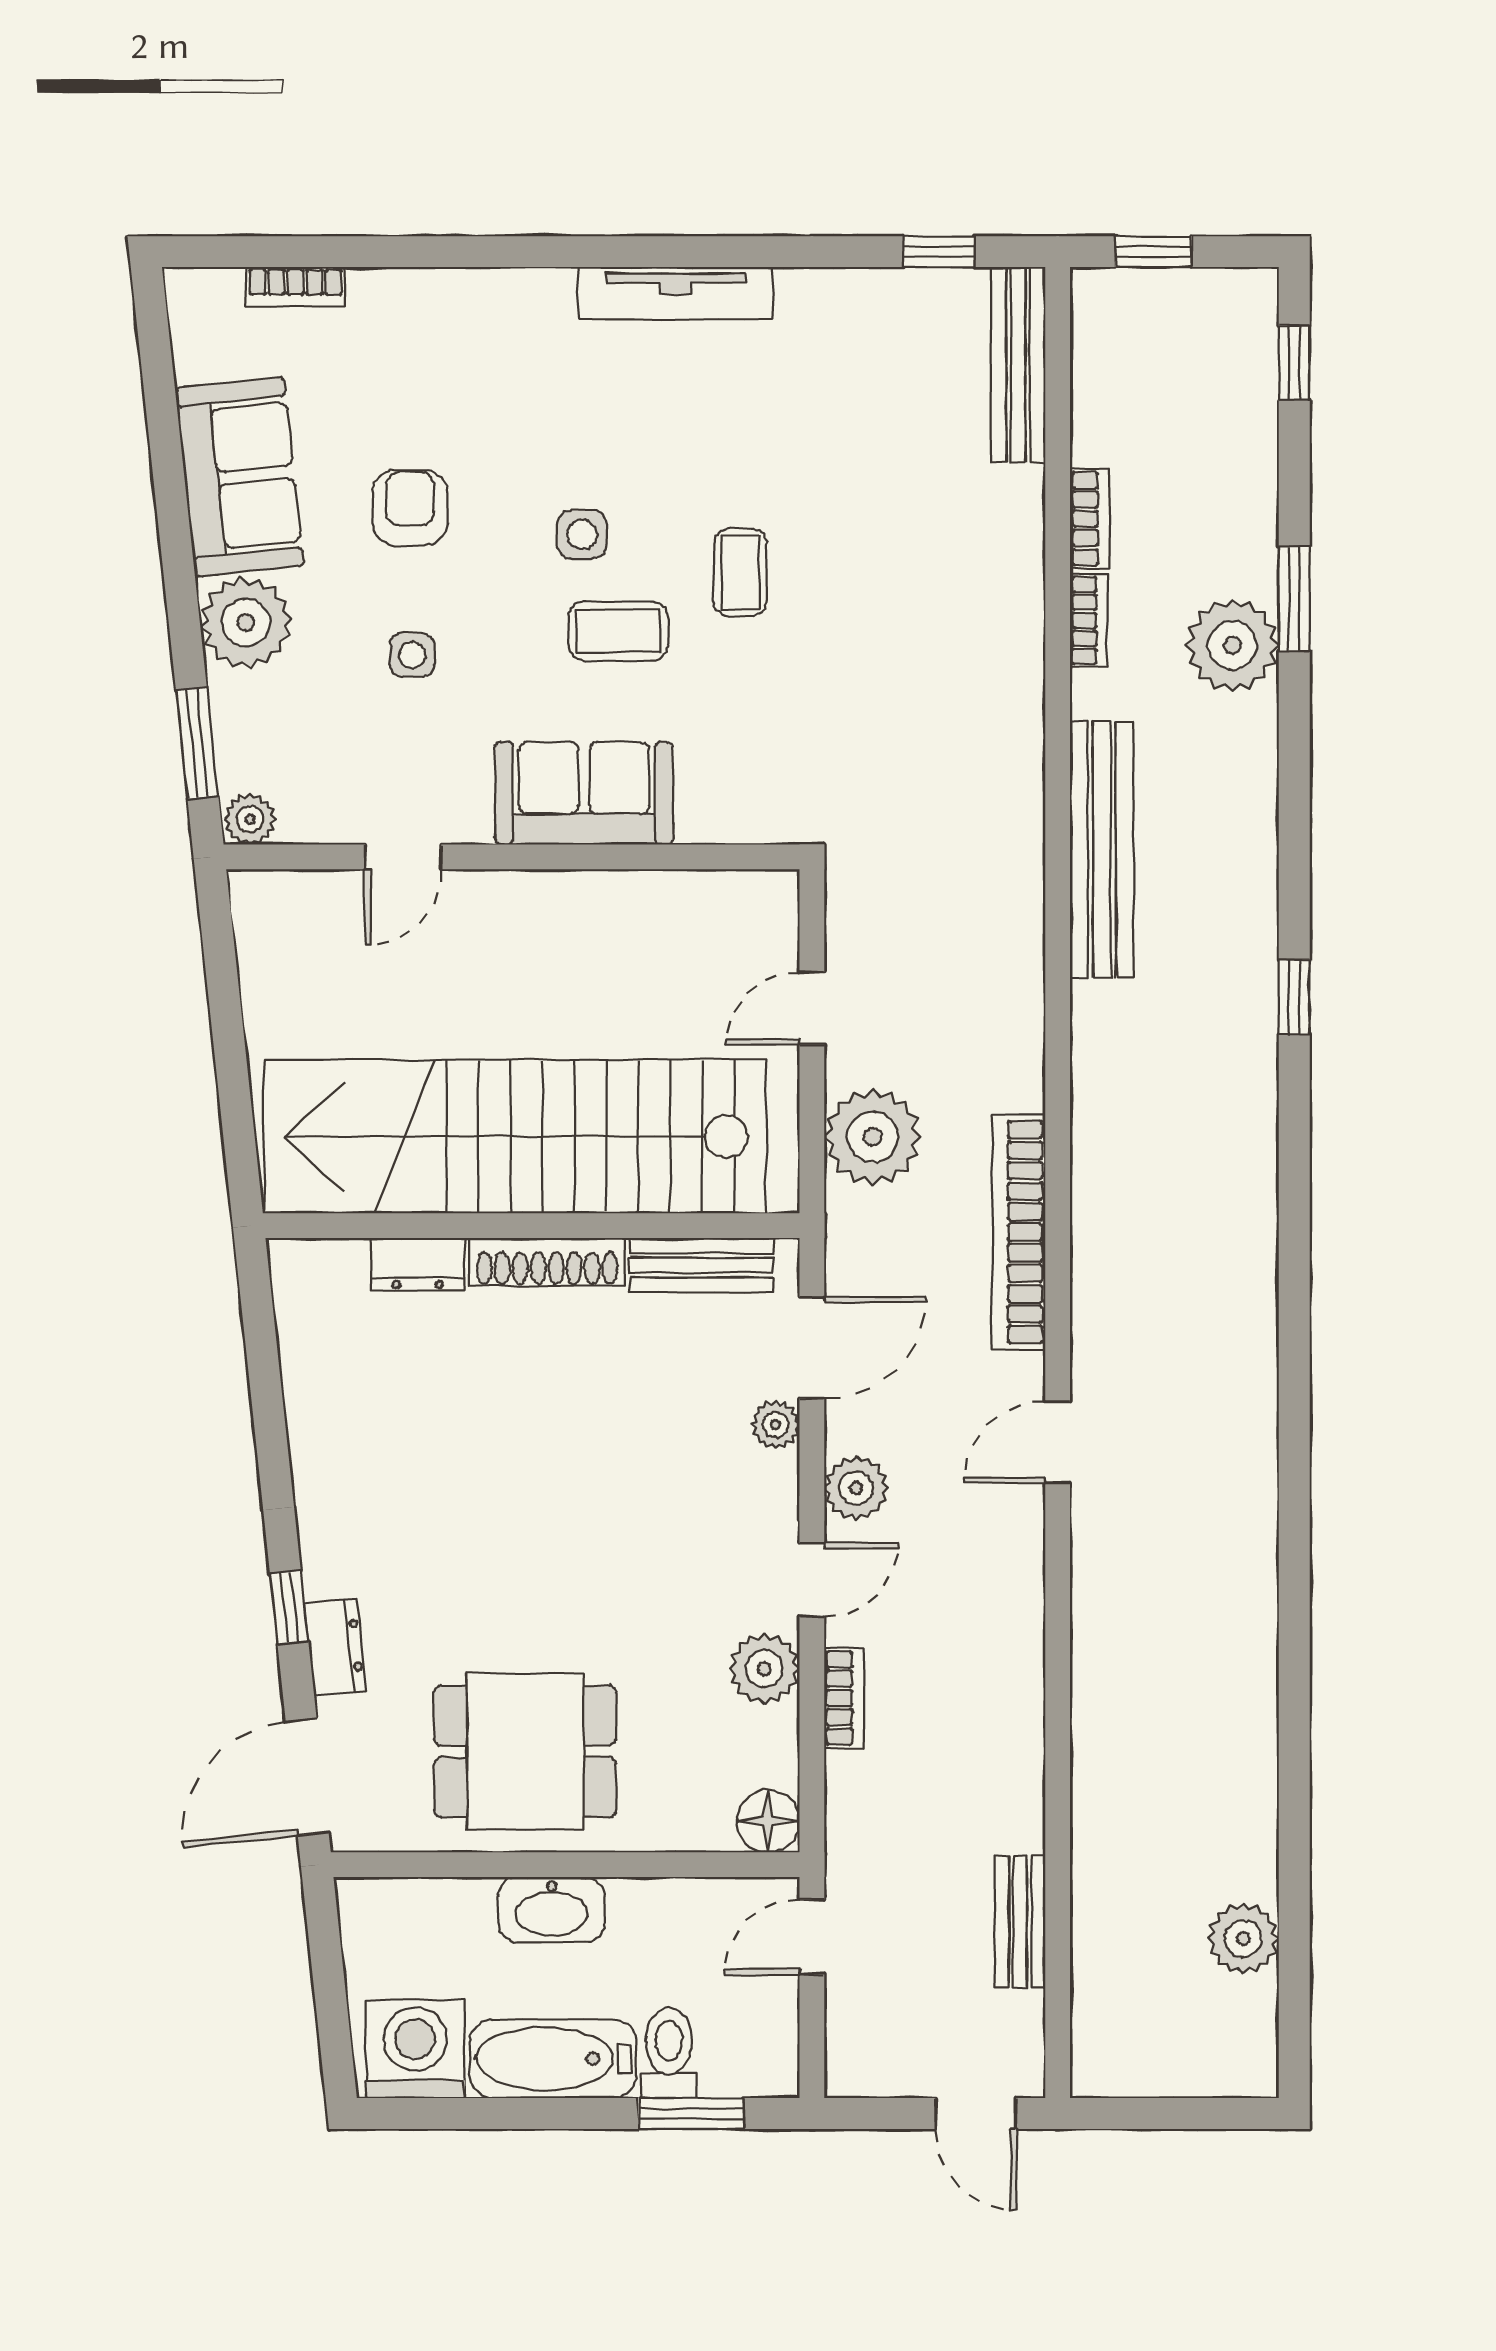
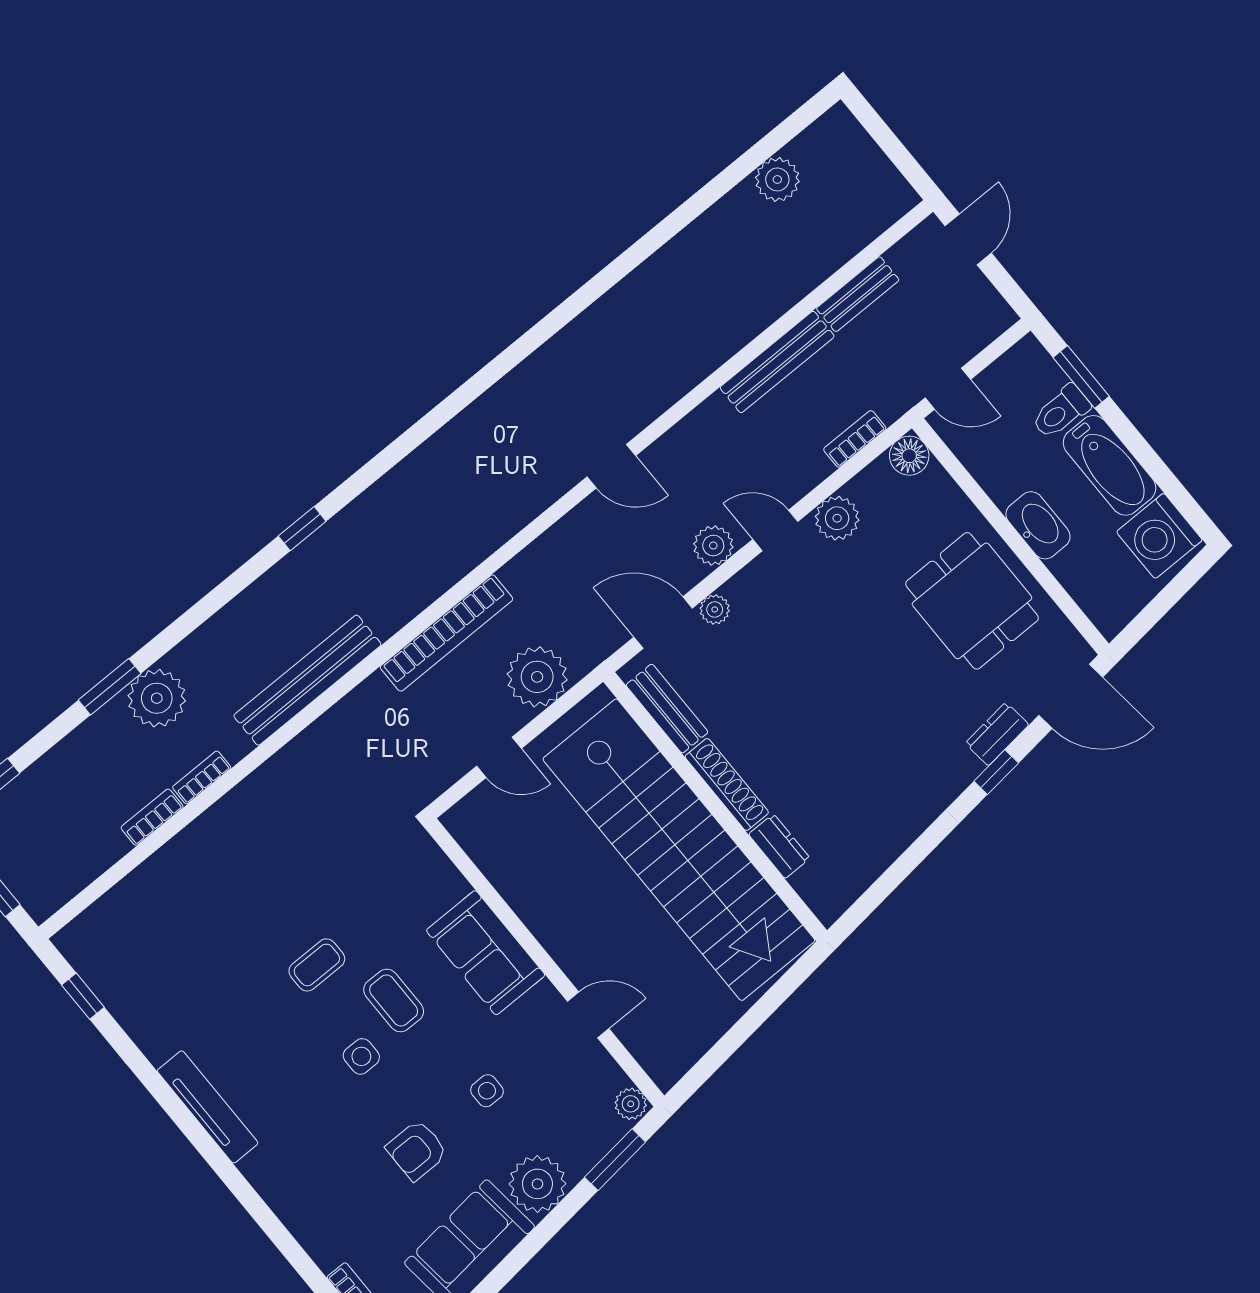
bench: (1018, 364) -> (777, 362), moved
bookcase: (1019, 1232) -> (447, 633), moved
bookcase: (844, 1698) -> (855, 439), moved

